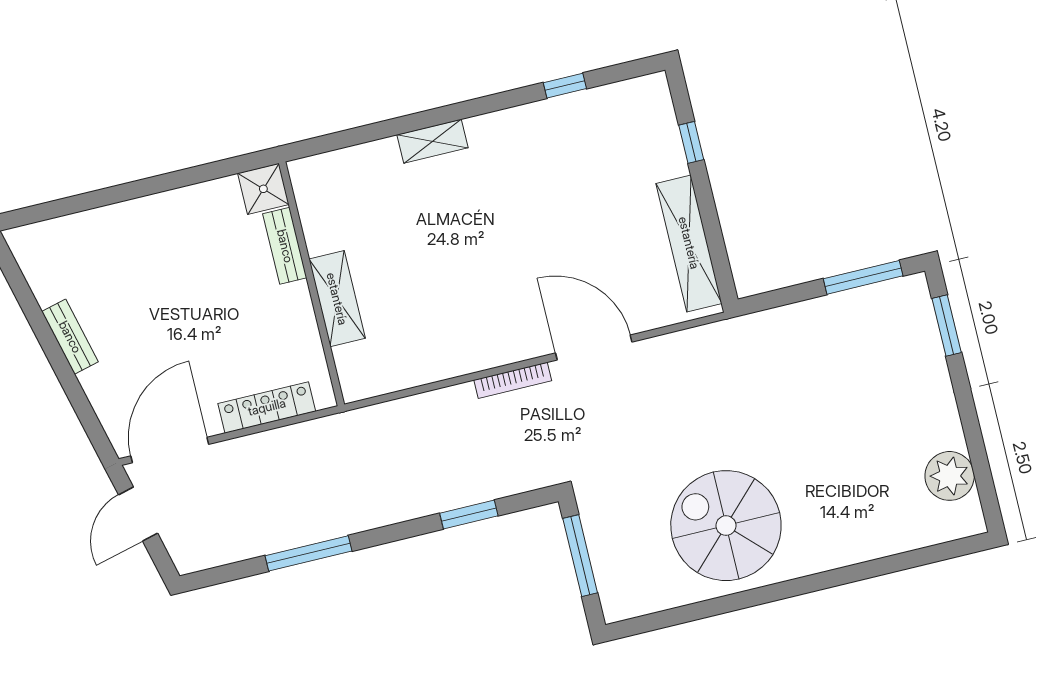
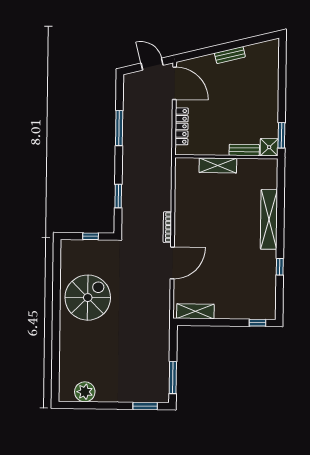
window: (565, 86) -> (280, 267), moved
shelving: (432, 141) -> (269, 219), width x2.20, depth x1.33
window: (691, 142) -> (258, 323), moved
window: (228, 167) -> (281, 135), added
shelving: (689, 243) -> (195, 311), width x0.68
window: (580, 556) -> (91, 236), width x0.46

